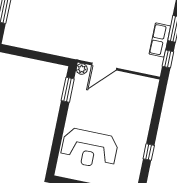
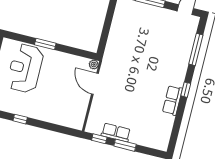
window: (68, 90) -> (45, 44), moved

